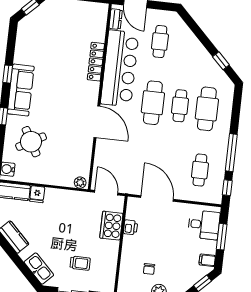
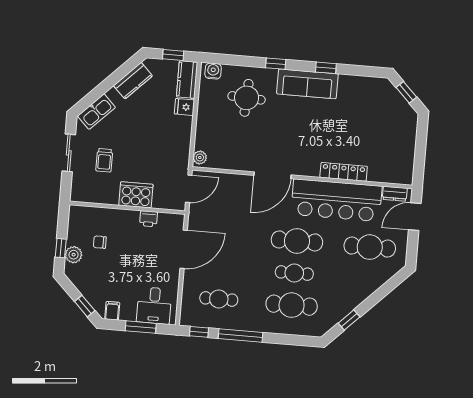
cafe table: (160, 42) -> (370, 247), width x1.37, depth x1.35
round table: (31, 142) -> (247, 98), turned 32
cooker: (111, 226) -> (136, 195), moved

